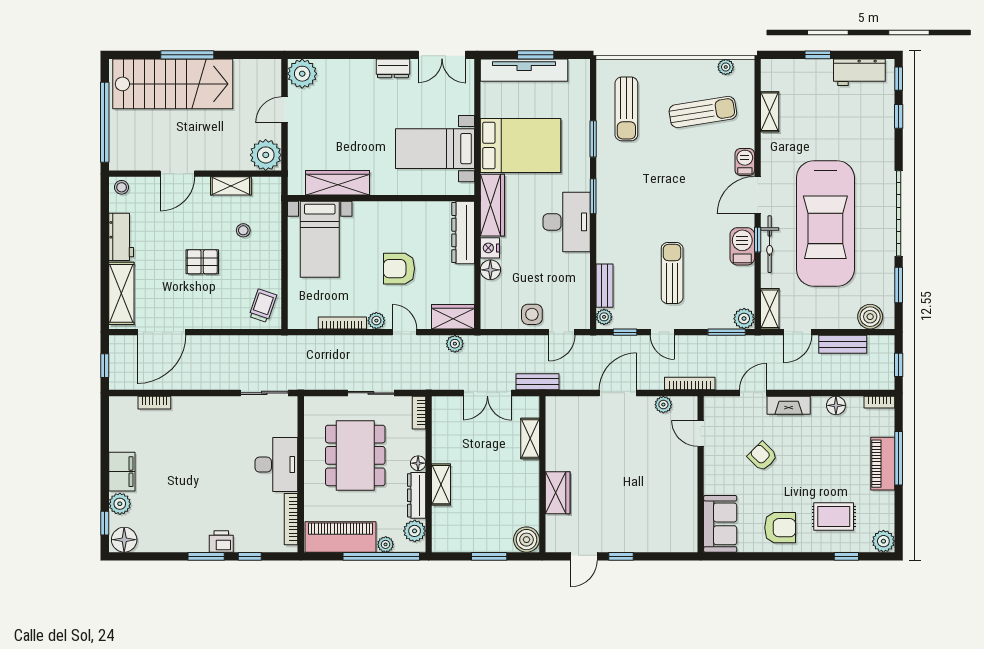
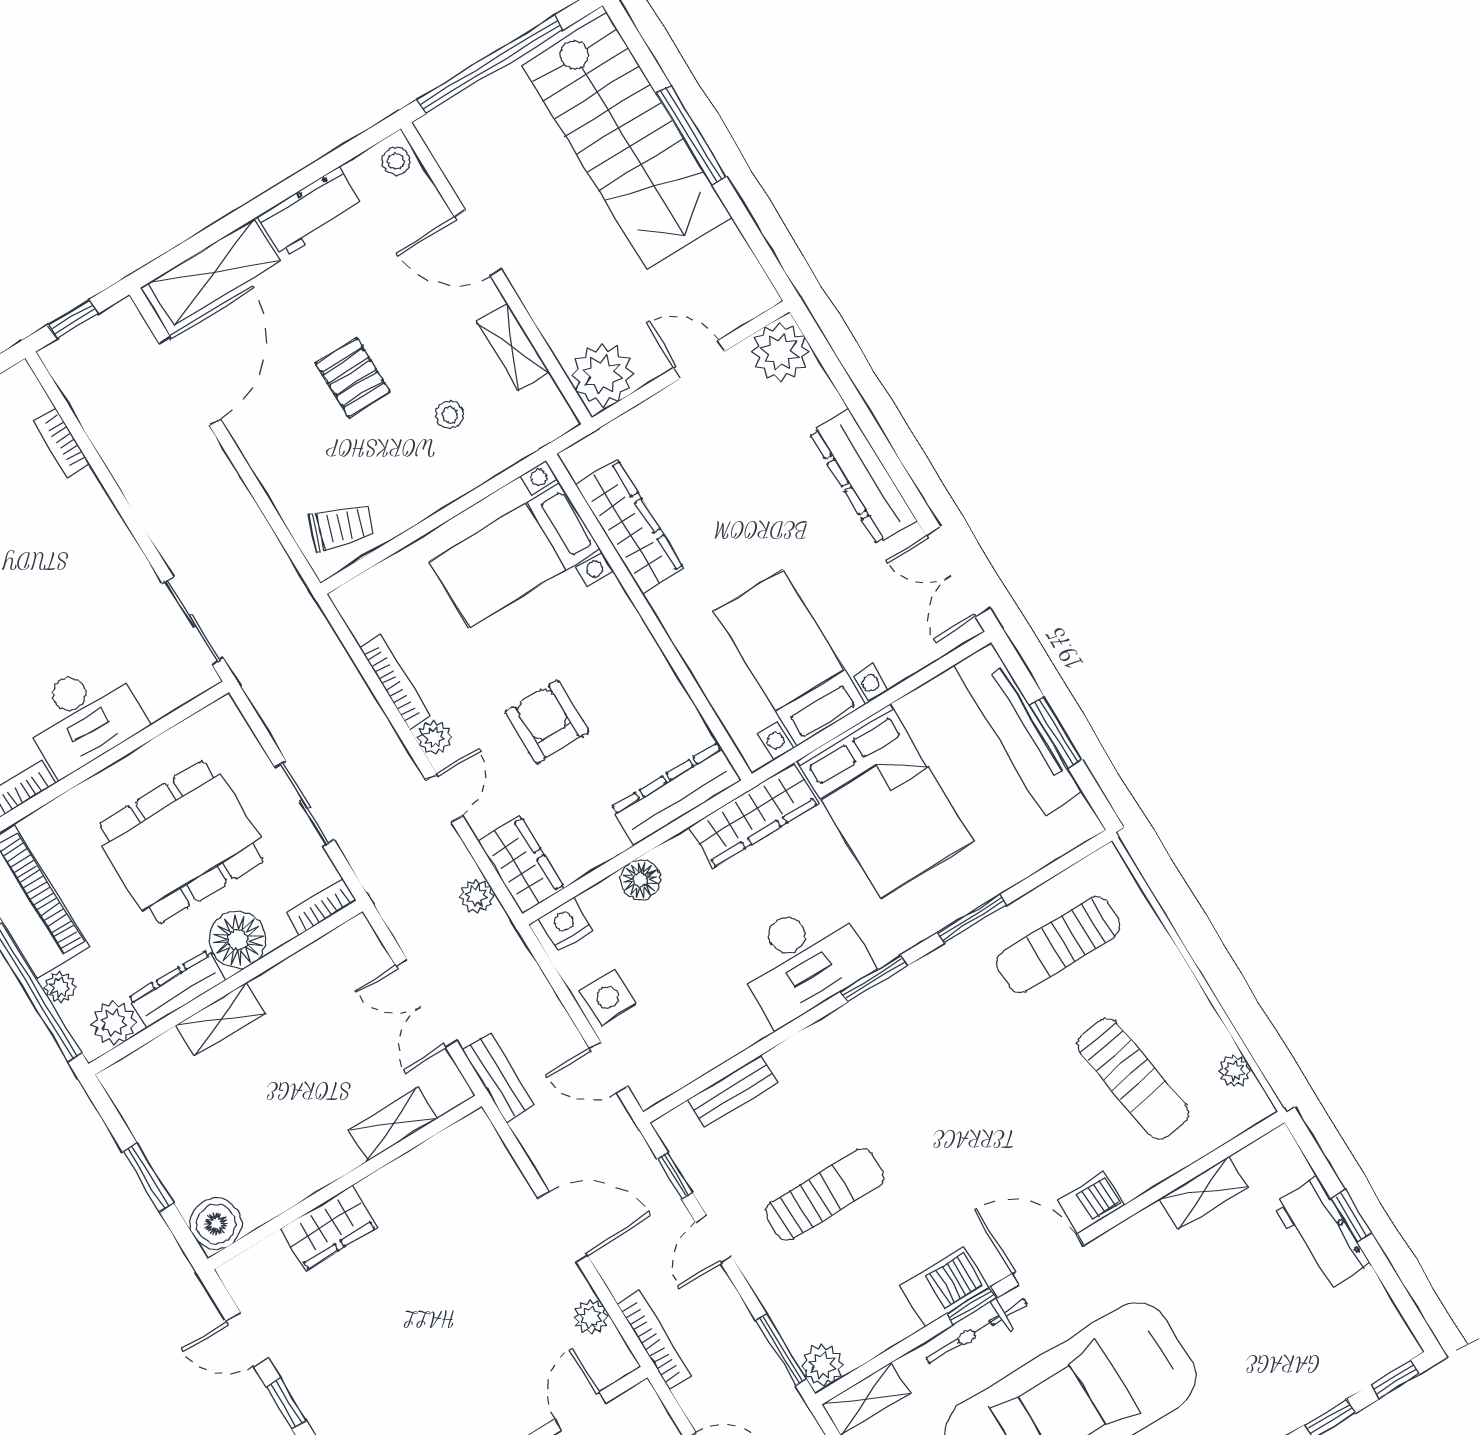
dresser: (393, 68) -> (863, 477), width x1.96, depth x1.24
workbench: (859, 72) -> (1322, 1234), moved
nightstand: (490, 248) -> (566, 924), moved
plant: (604, 317) -> (679, 1124), removed
door: (161, 332) -> (190, 381), swing flipped
floor lamp: (418, 463) -> (238, 940), width x1.89, depth x1.89

